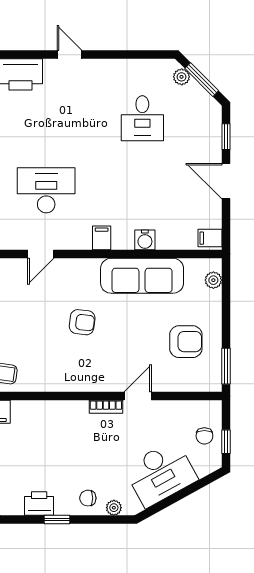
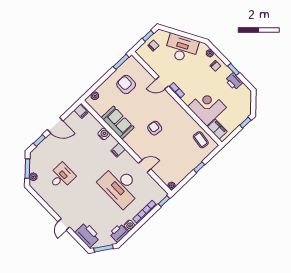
door: (226, 181) -> (55, 125), hinge flipped
desk: (46, 190) -> (120, 186), width x1.36, depth x1.30
sofa: (142, 276) -> (118, 123), width x0.73
corner desk: (40, 428) -> (207, 107), added

